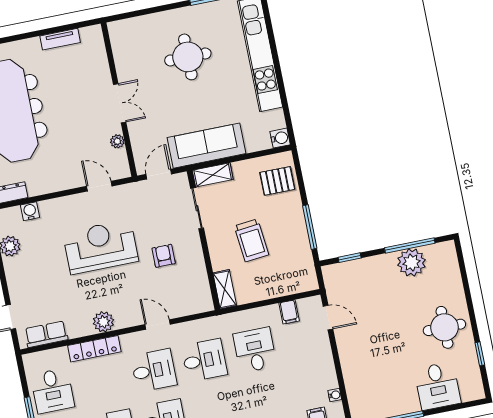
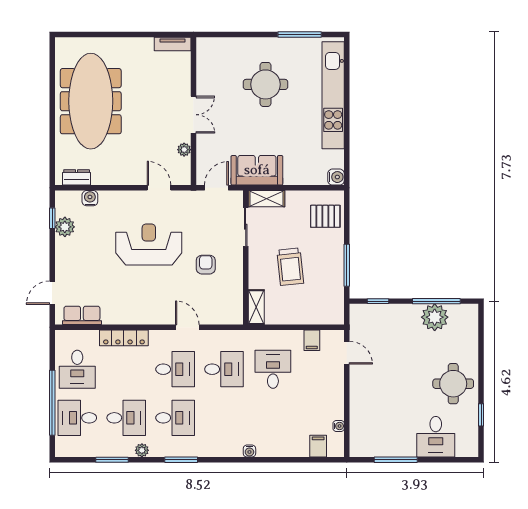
tv unit: (60, 39) -> (173, 44), moved
sofa: (206, 146) -> (257, 170), width x0.73
plant: (103, 322) -> (137, 315), removed

